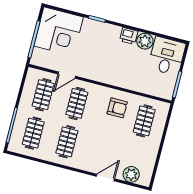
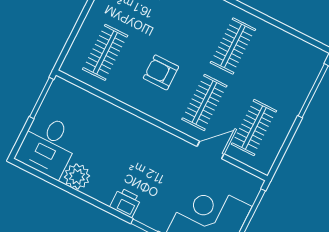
printer: (129, 36) -> (125, 203), moved
armchair: (117, 108) -> (161, 72), moved
clothes rail: (33, 133) -> (283, 71), removed

